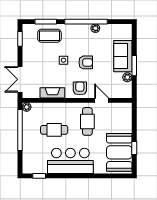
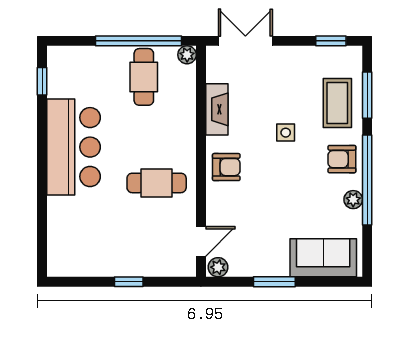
sofa: (123, 56) -> (323, 258), moved
armchair: (86, 62) -> (342, 159), moved, turned 90
plant: (127, 77) -> (218, 267), moved
door: (102, 100) -> (201, 241), moved
cafe table: (54, 130) -> (144, 77), moved
window: (134, 148) -> (129, 282), moved
booth: (119, 152) -> (92, 250), removed

